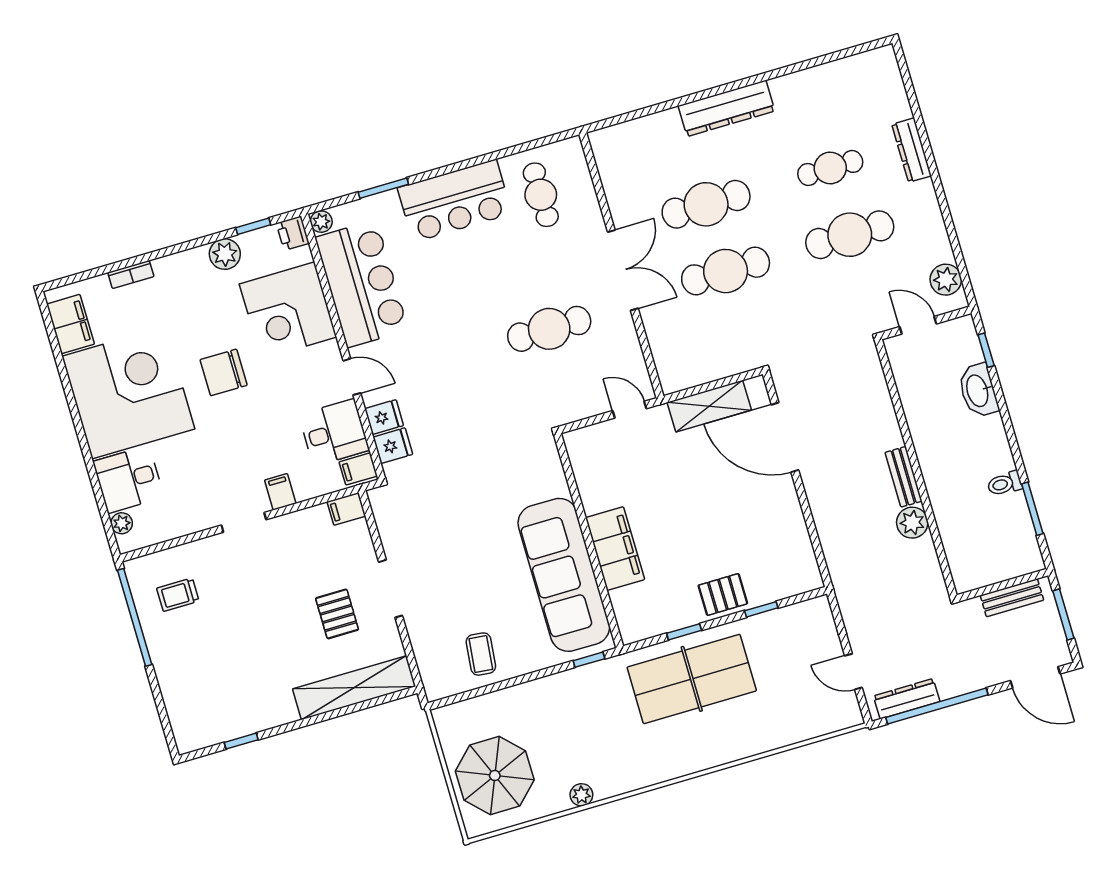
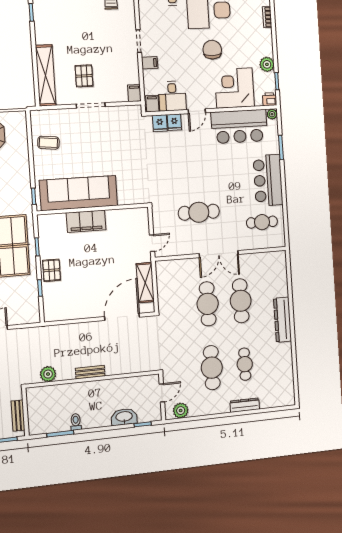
cafe table: (549, 329) -> (199, 212), turned 90
plant: (912, 523) -> (48, 374), moved
pallet: (337, 614) -> (84, 76), turned 90

